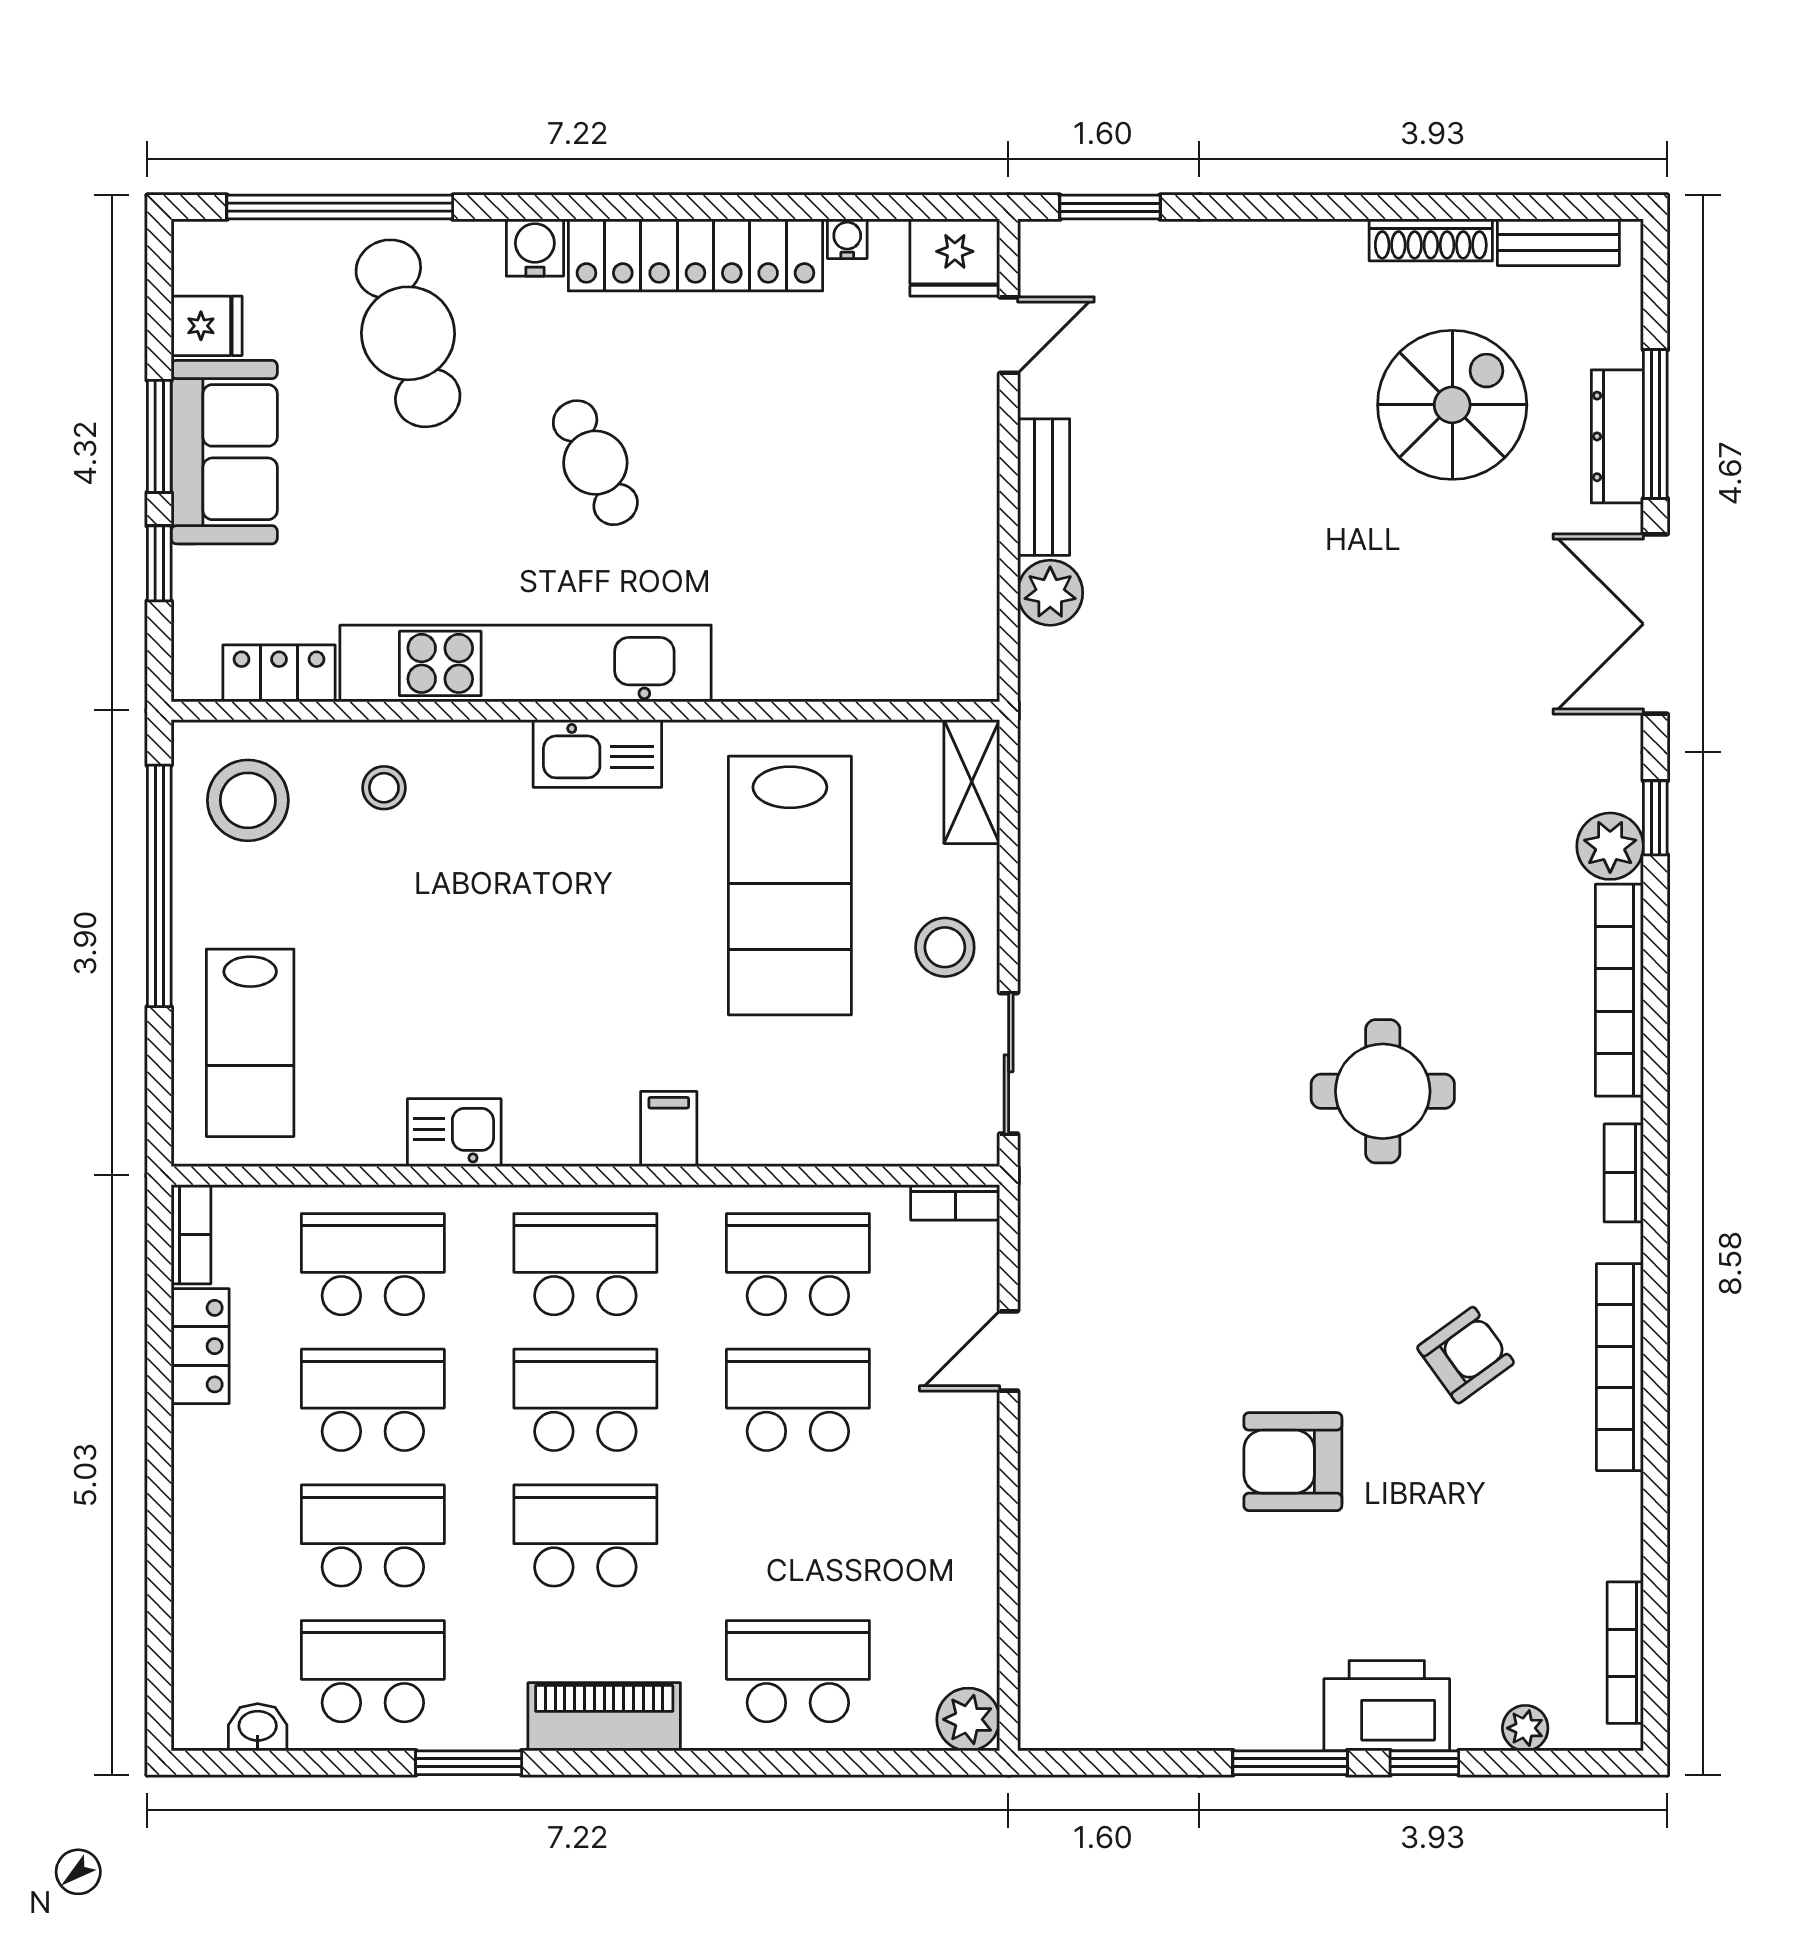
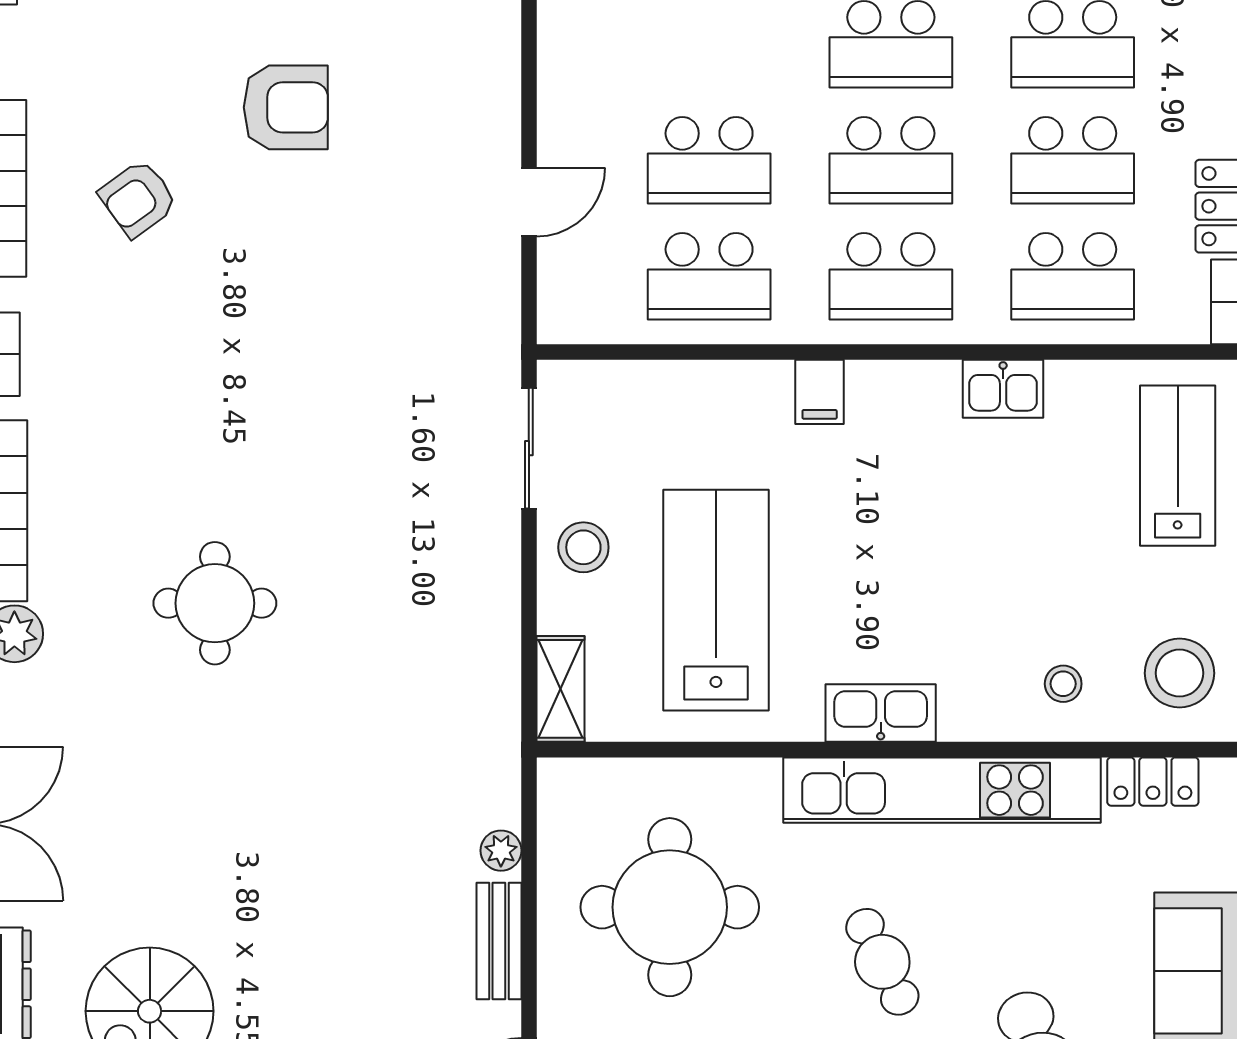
round table: (844, 527) -> (670, 907), added
plant: (1050, 593) -> (501, 851), width x0.73, depth x0.73
round table: (1383, 1091) -> (215, 603), moved
bookcase: (955, 1202) -> (575, 329), removed

